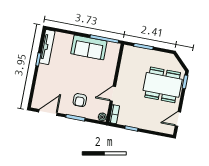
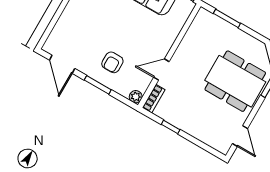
door: (48, 112) -> (62, 64), swing flipped
door: (178, 119) -> (240, 136), swing flipped

